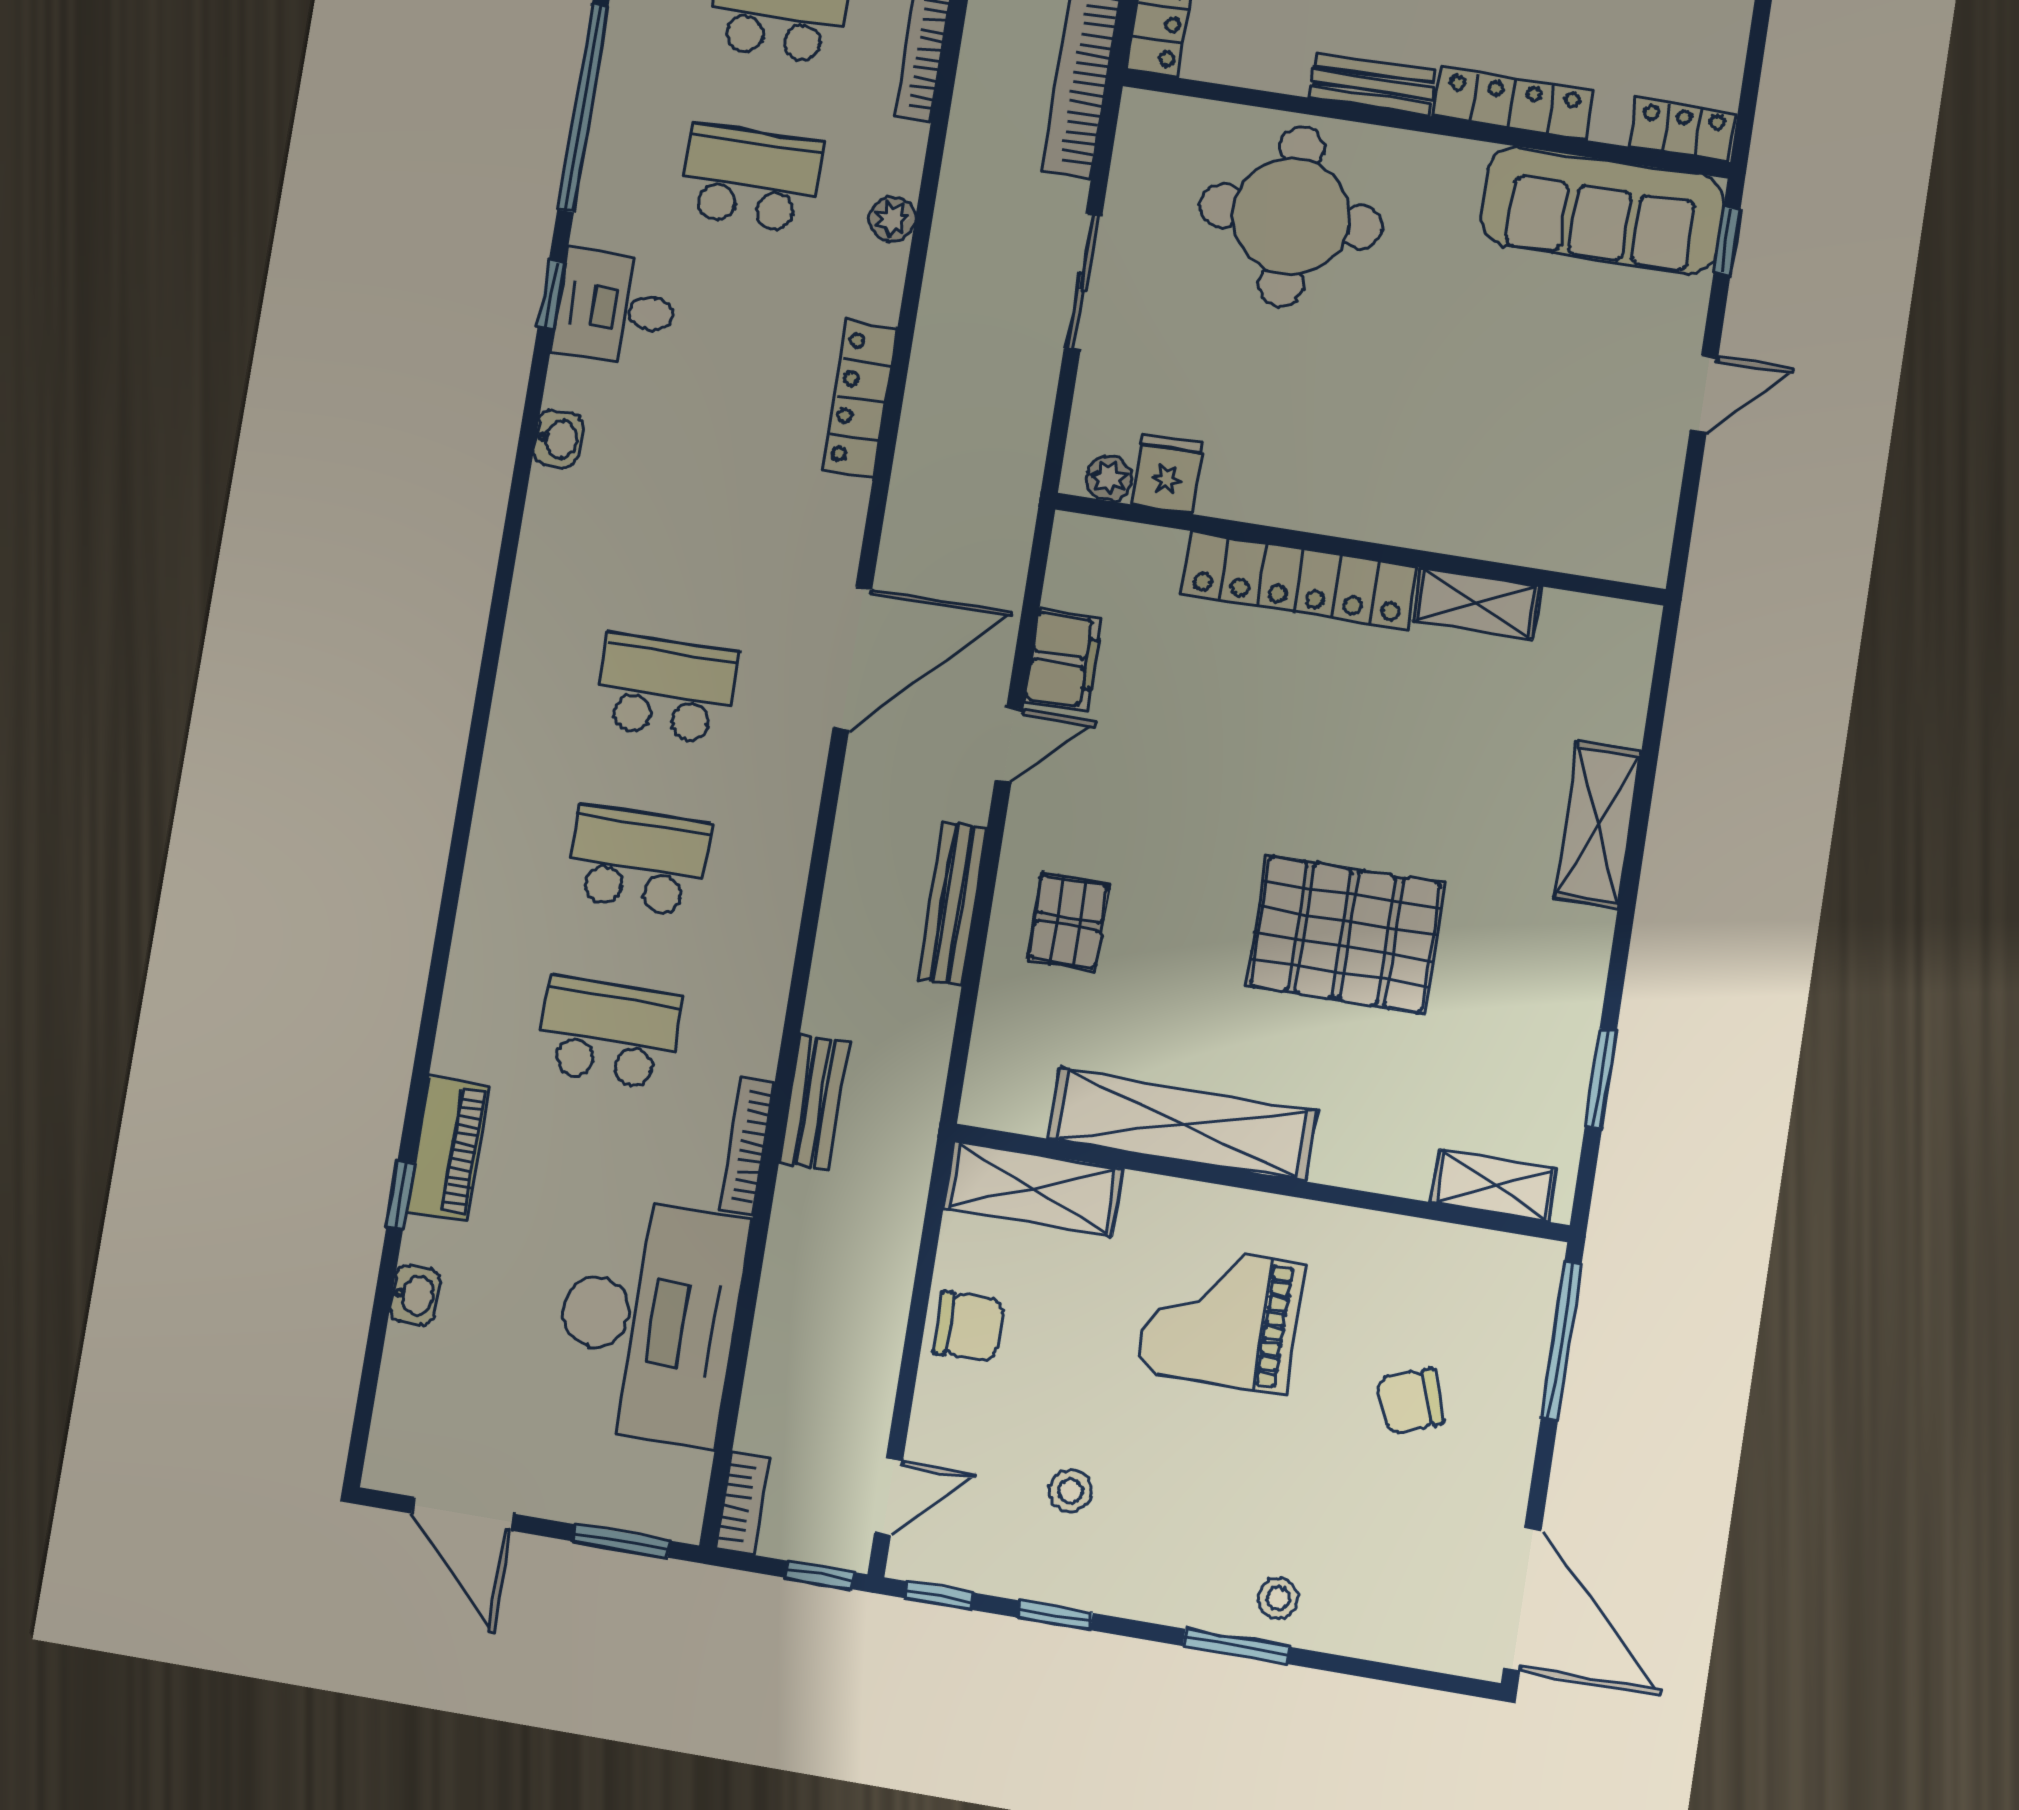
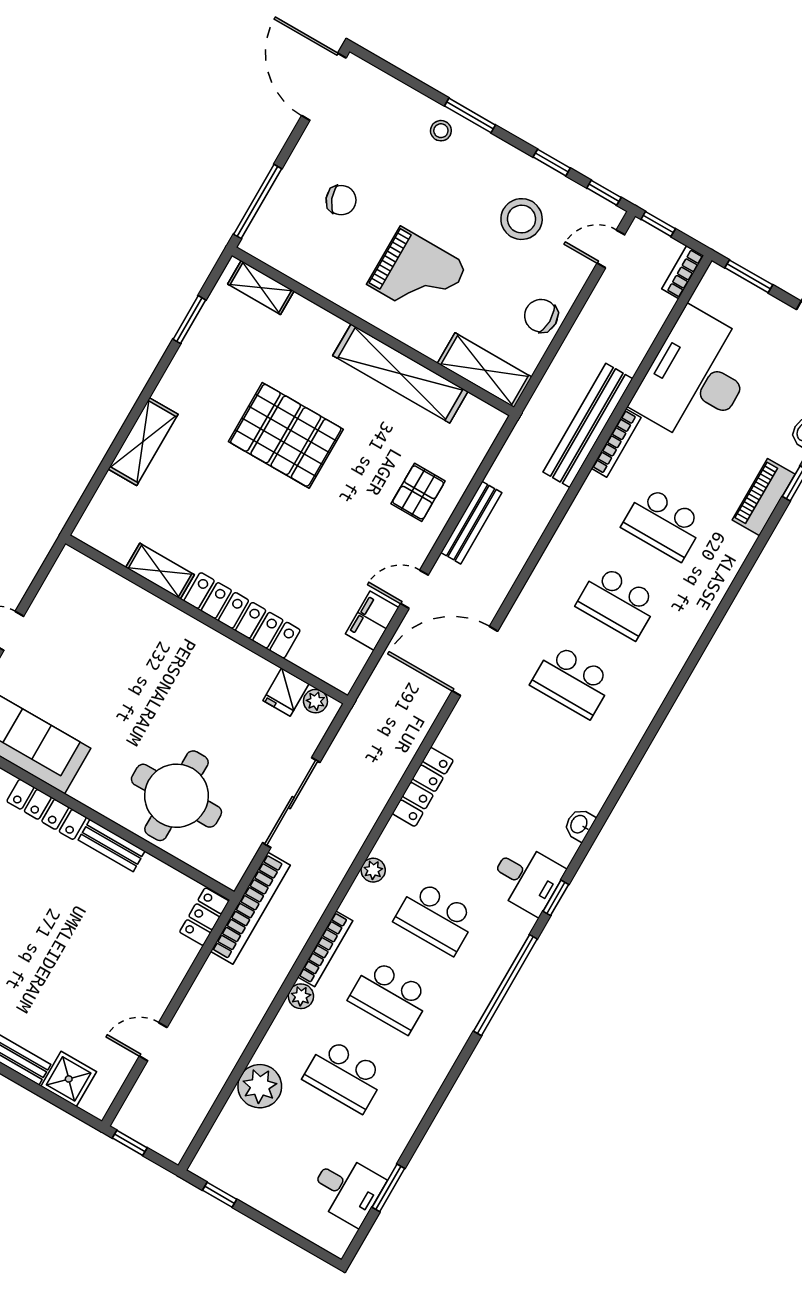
sliding door: (1083, 282) -> (291, 803), width x1.37
bench: (814, 1102) -> (588, 425), width x1.86, depth x1.21
stool: (1070, 1490) -> (522, 219), width x1.89, depth x1.89

